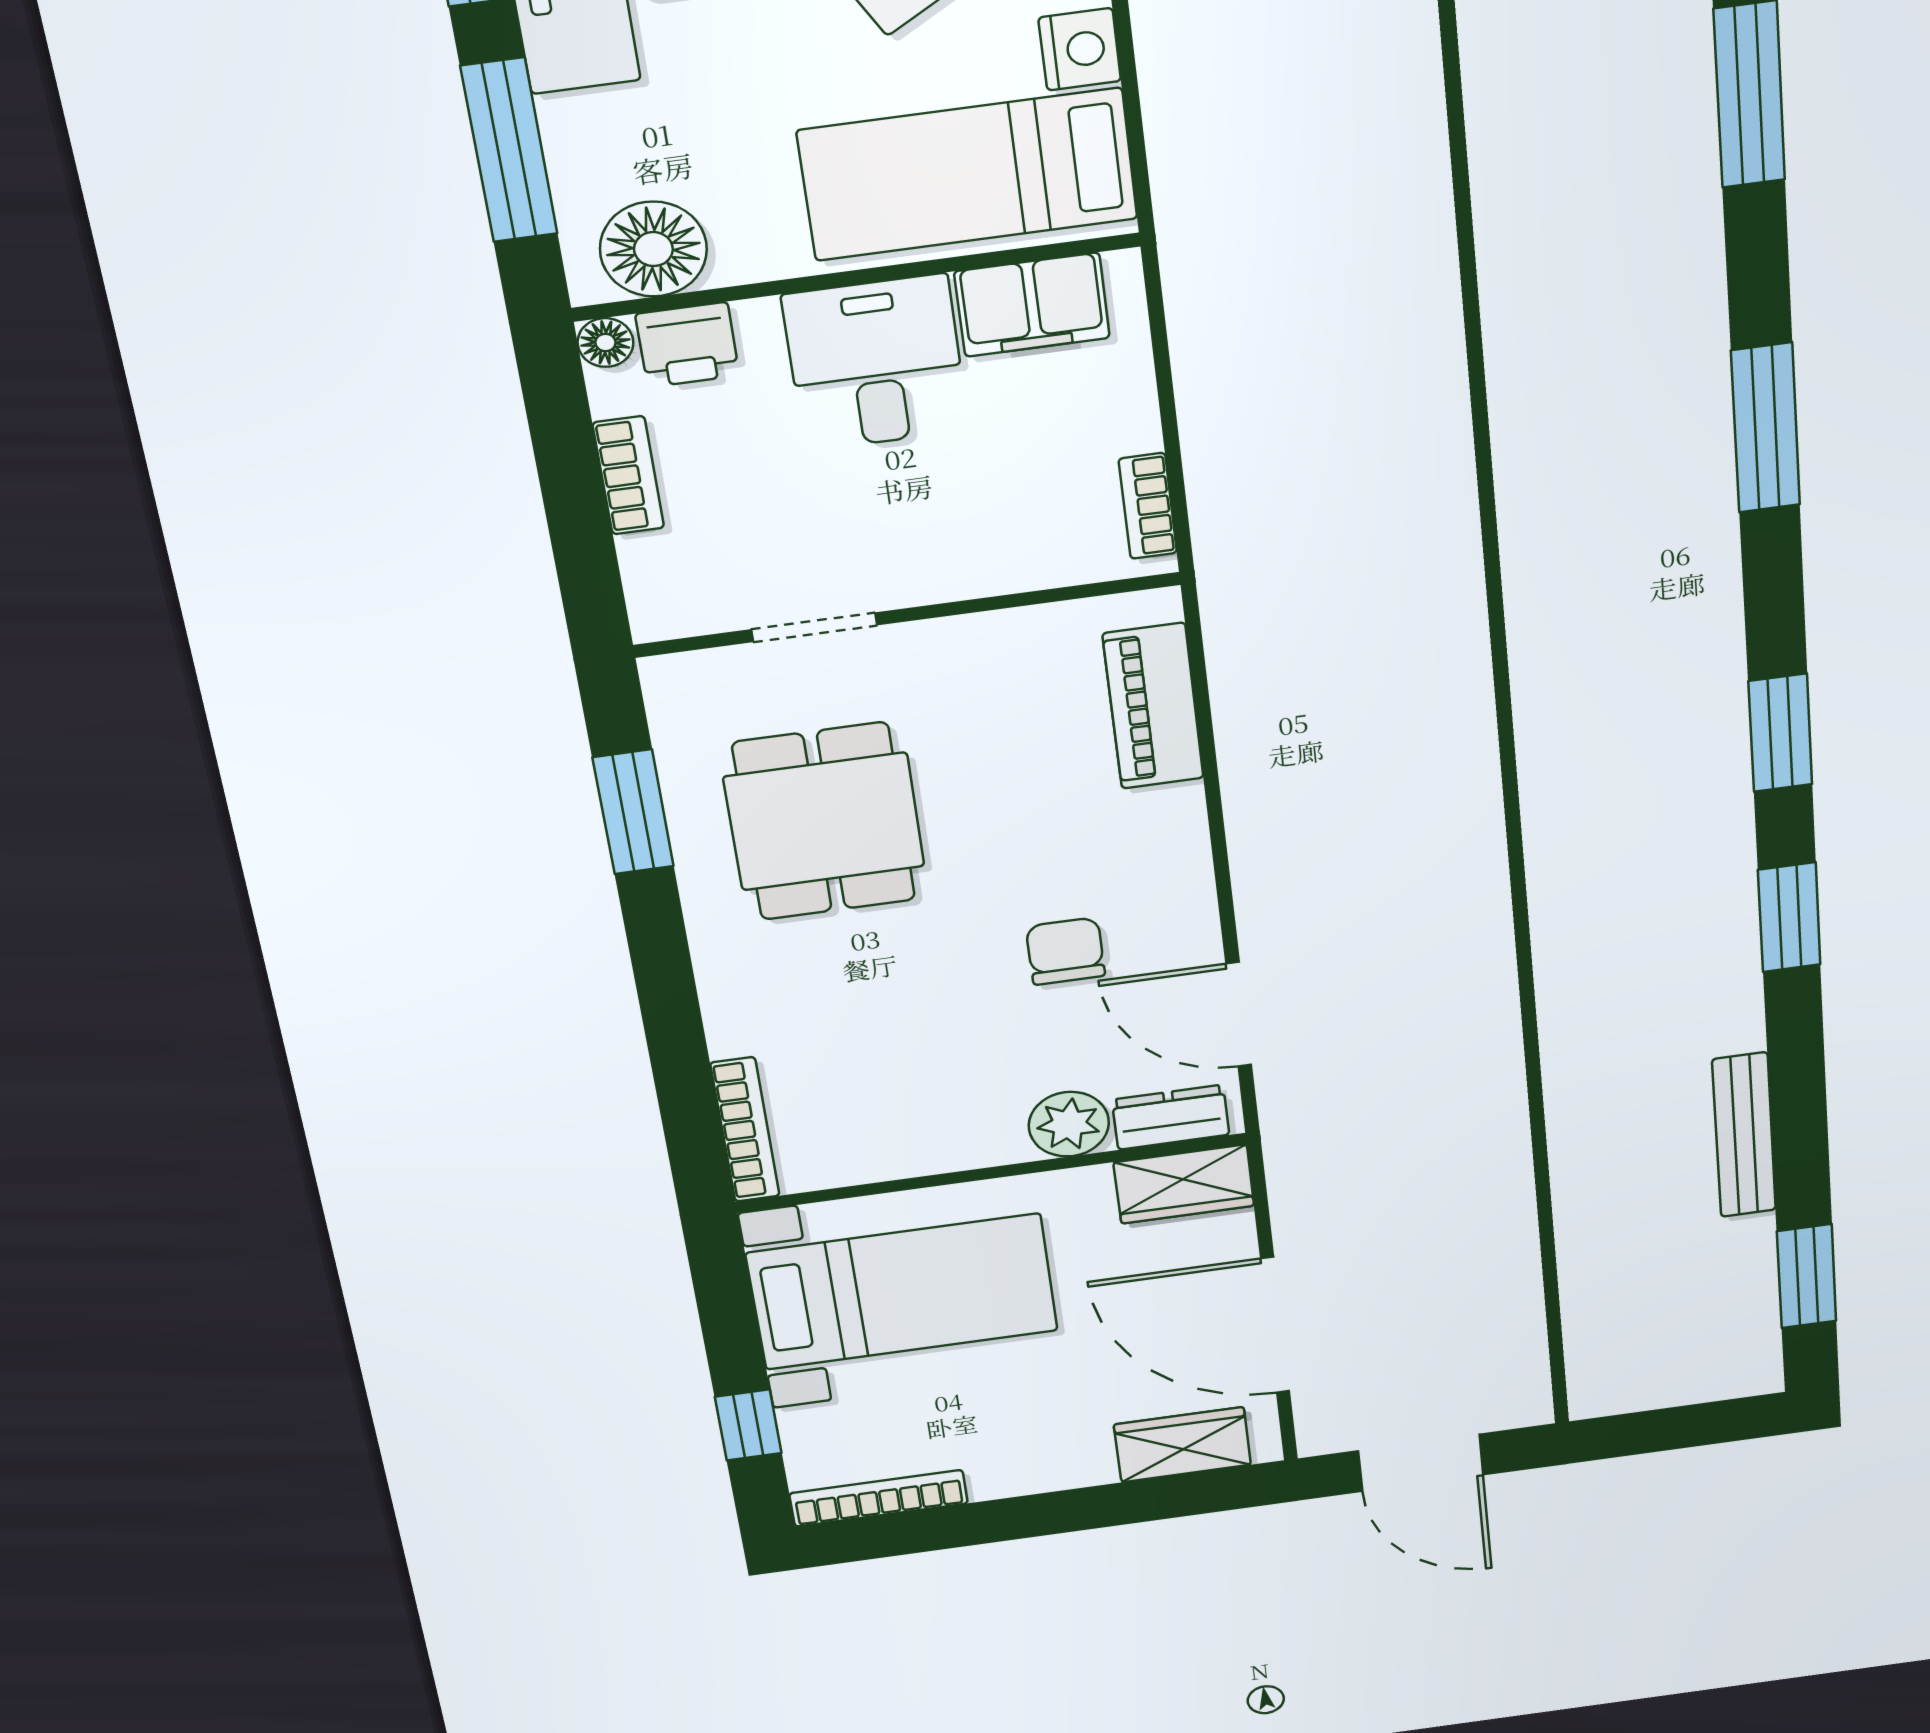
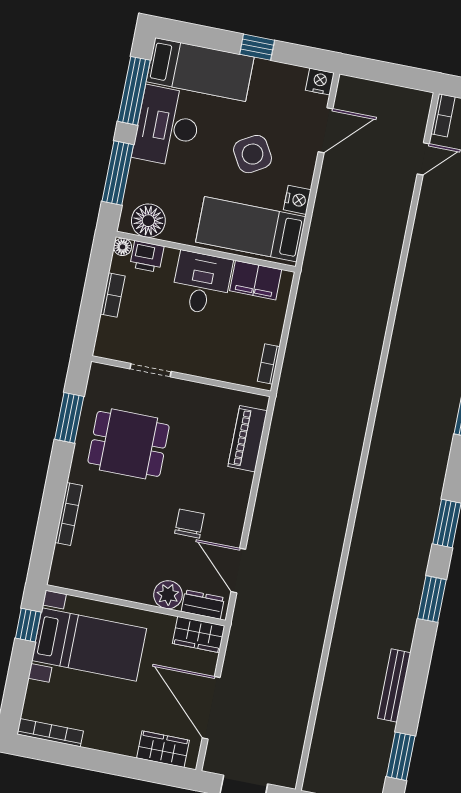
dining table: (824, 822) -> (128, 444), turned 90
bookcase: (745, 1130) -> (69, 514), moved
window: (748, 1425) -> (28, 625), moved

